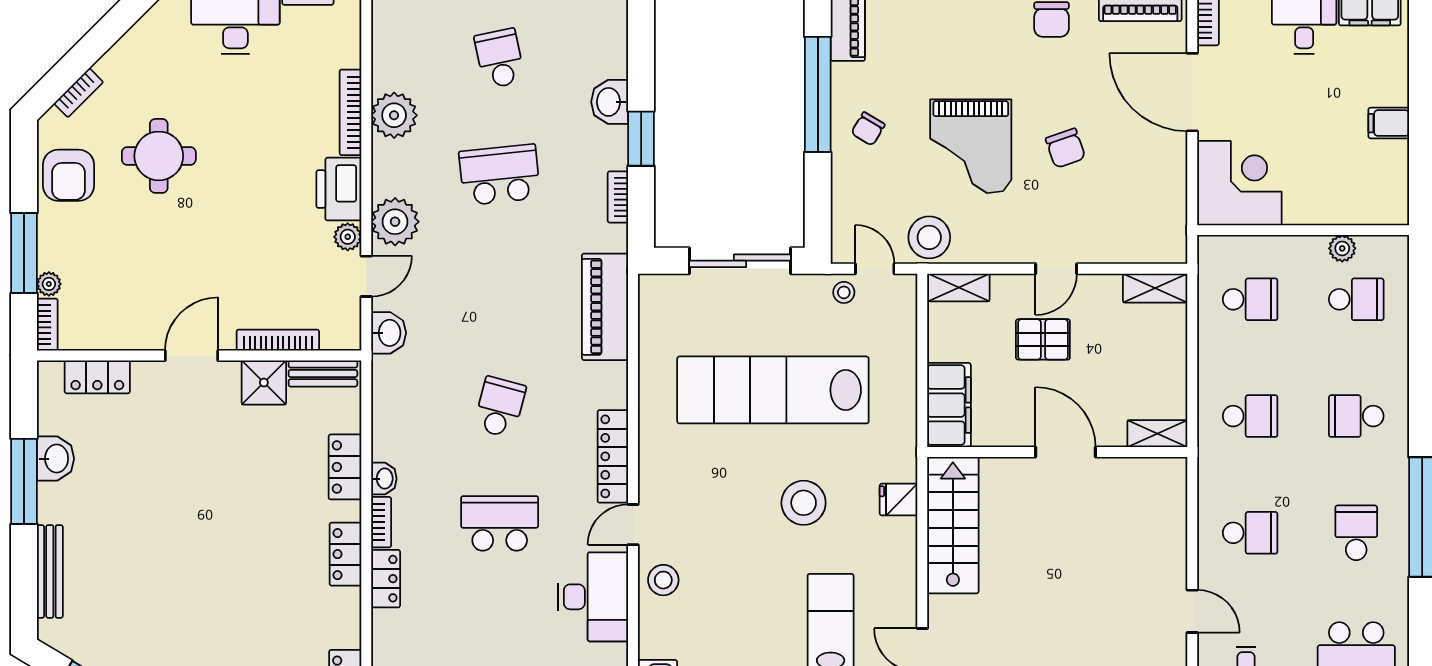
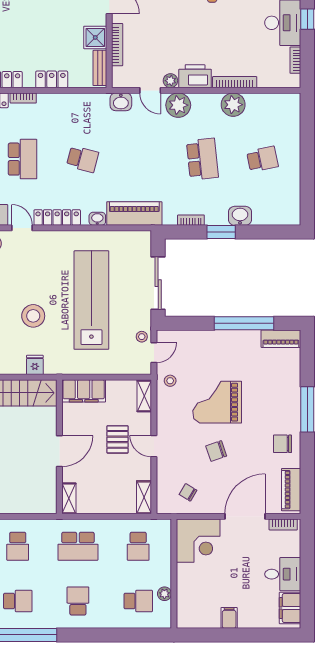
chair: (868, 129) -> (188, 492), moved
stool: (929, 237) -> (170, 381), width x0.53, depth x0.53
school desk: (1356, 299) -> (138, 601), turned -90
school desk: (1250, 416) -> (78, 546), width x1.85
washbasin: (384, 479) -> (97, 219), moved, turned 180

